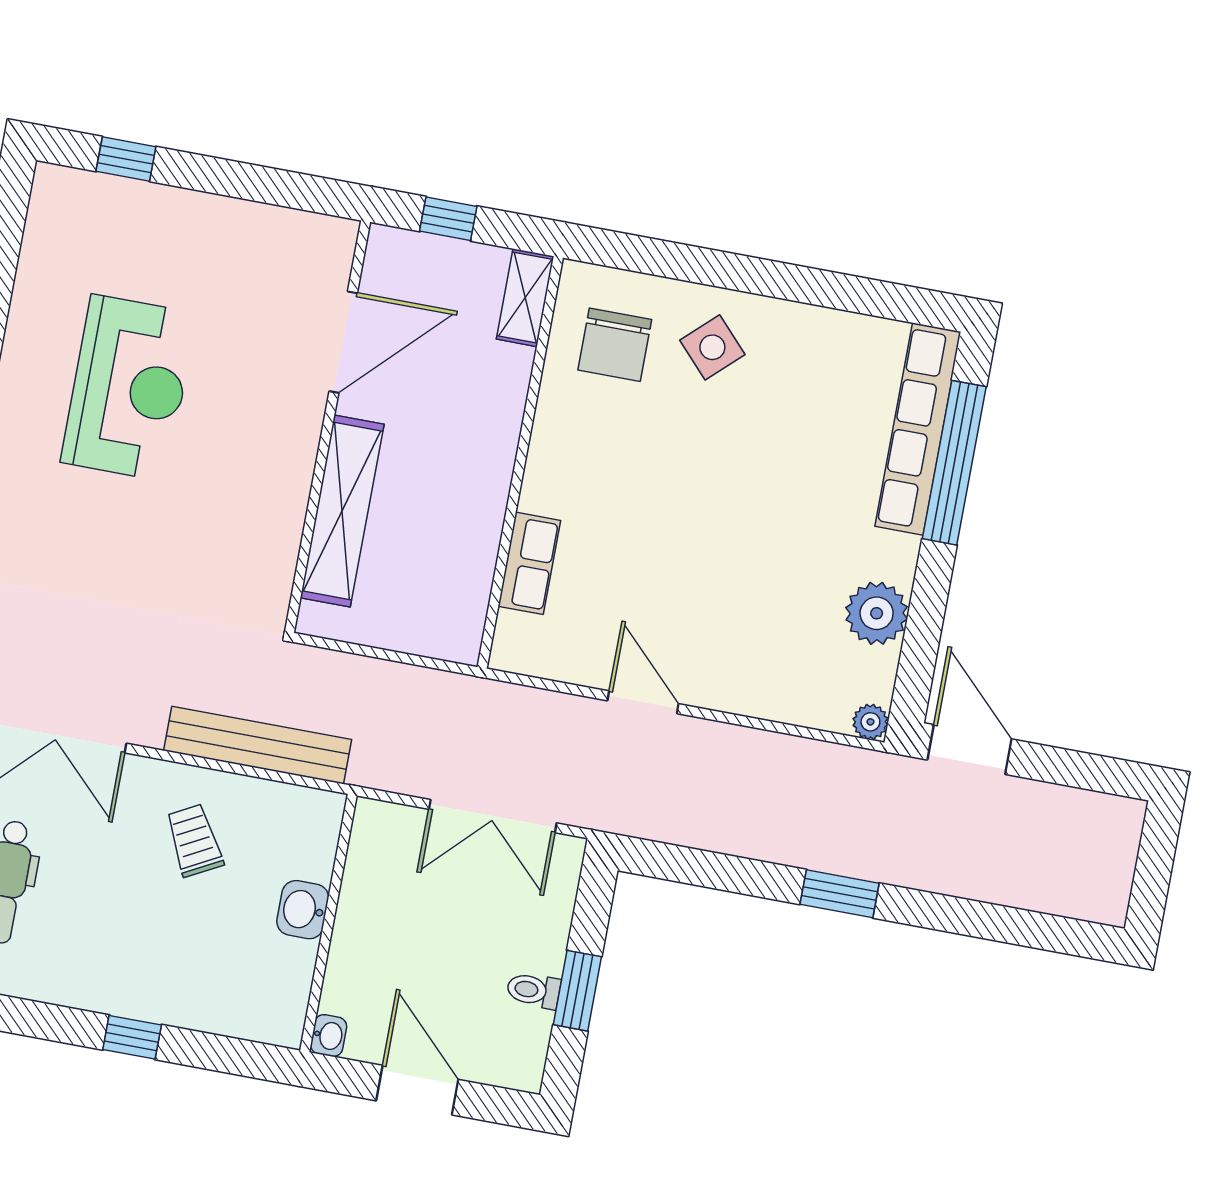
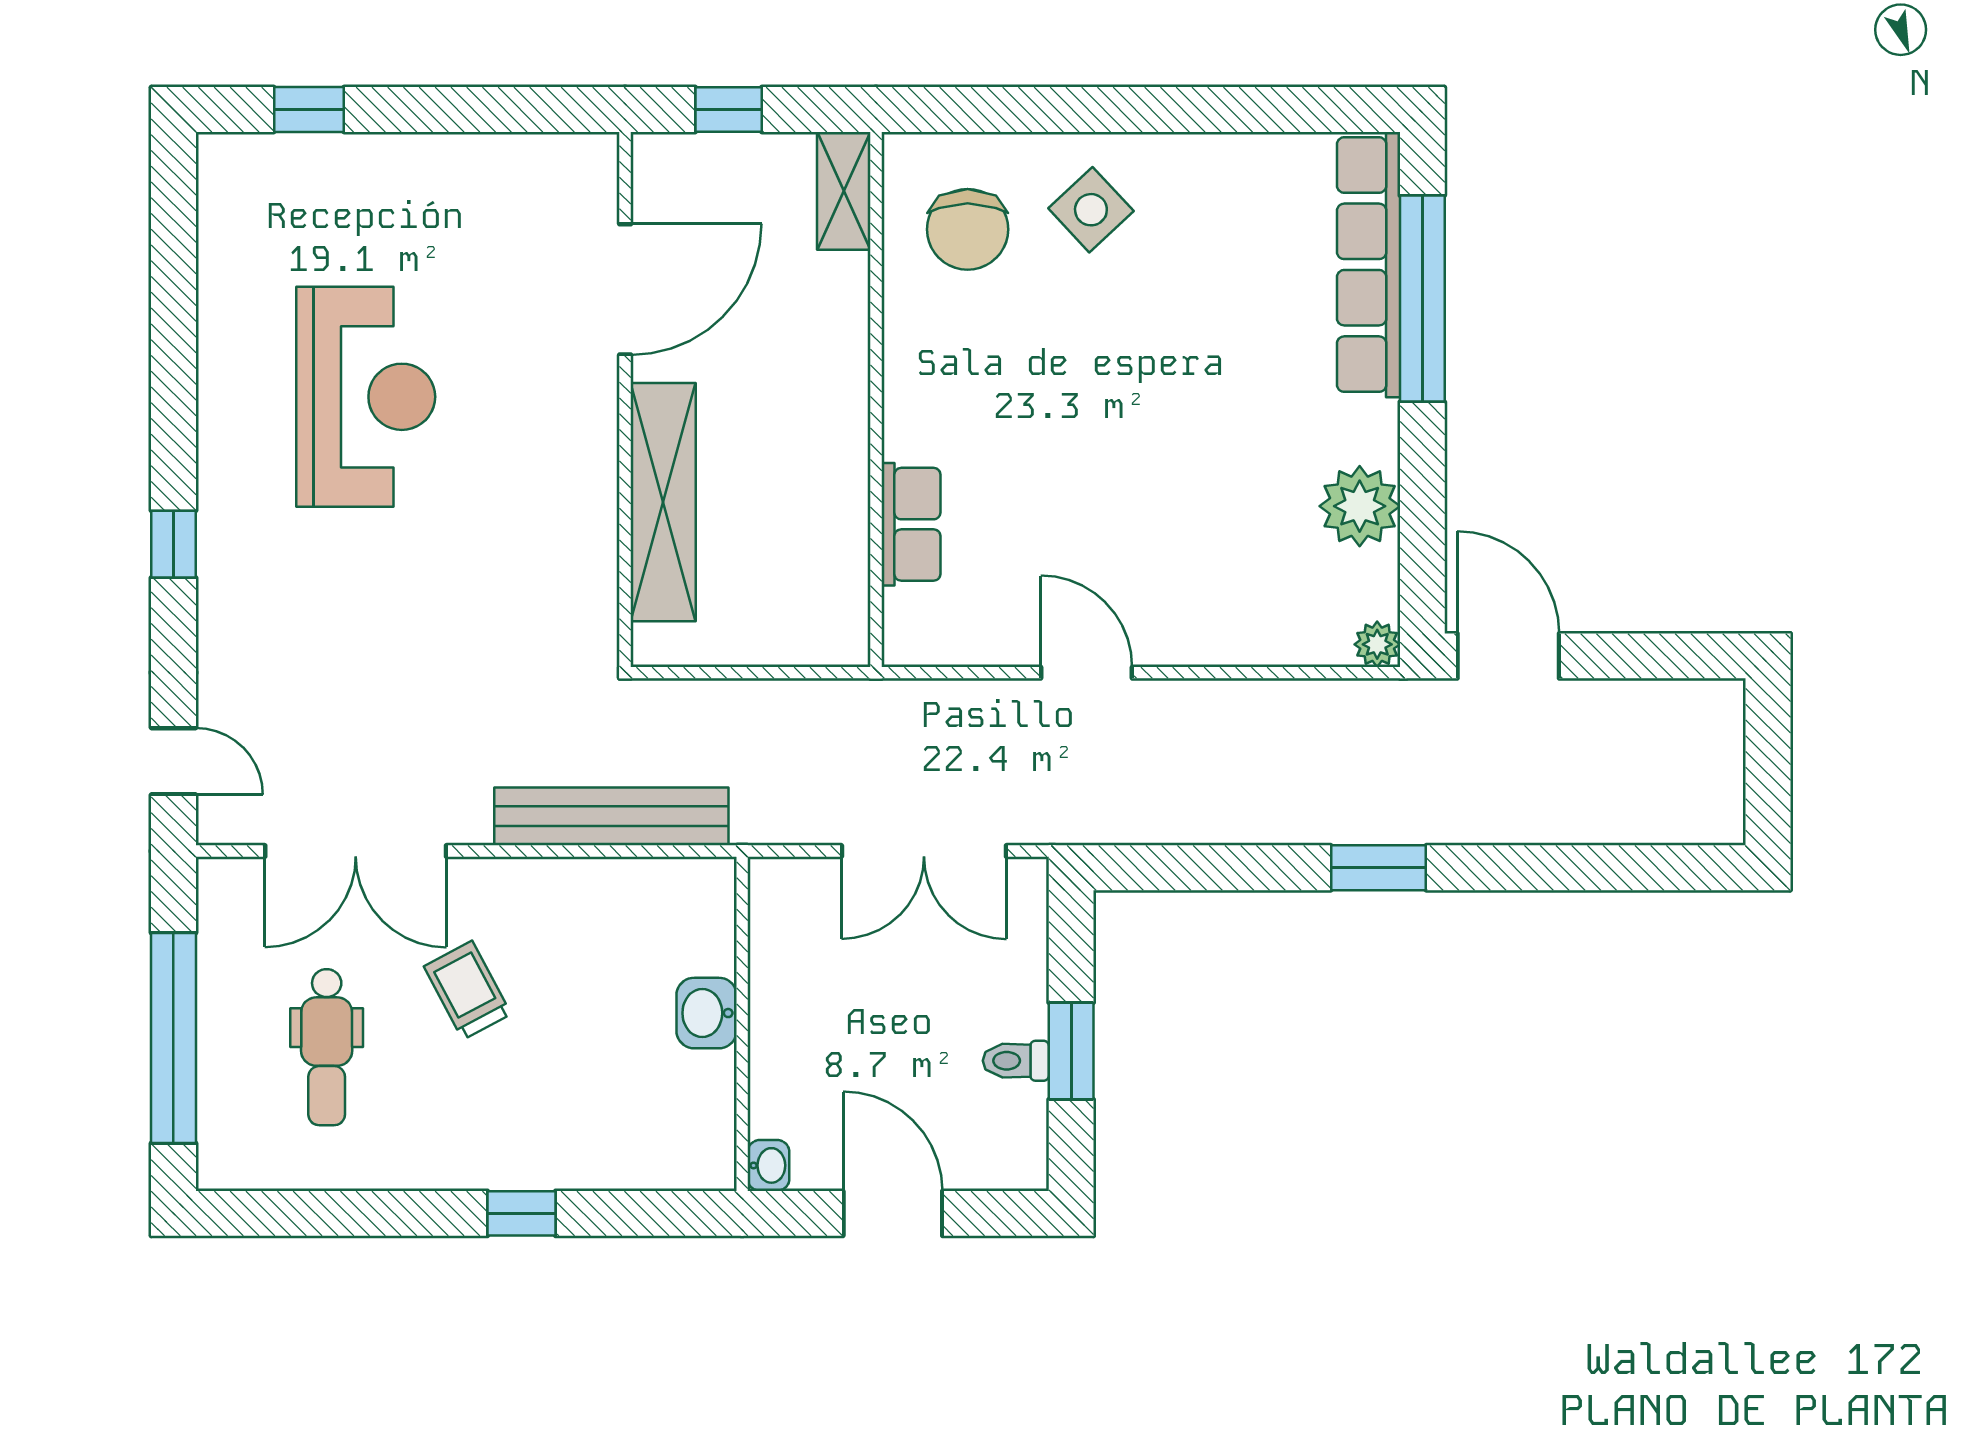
trolley: (194, 840) -> (467, 990), moved

